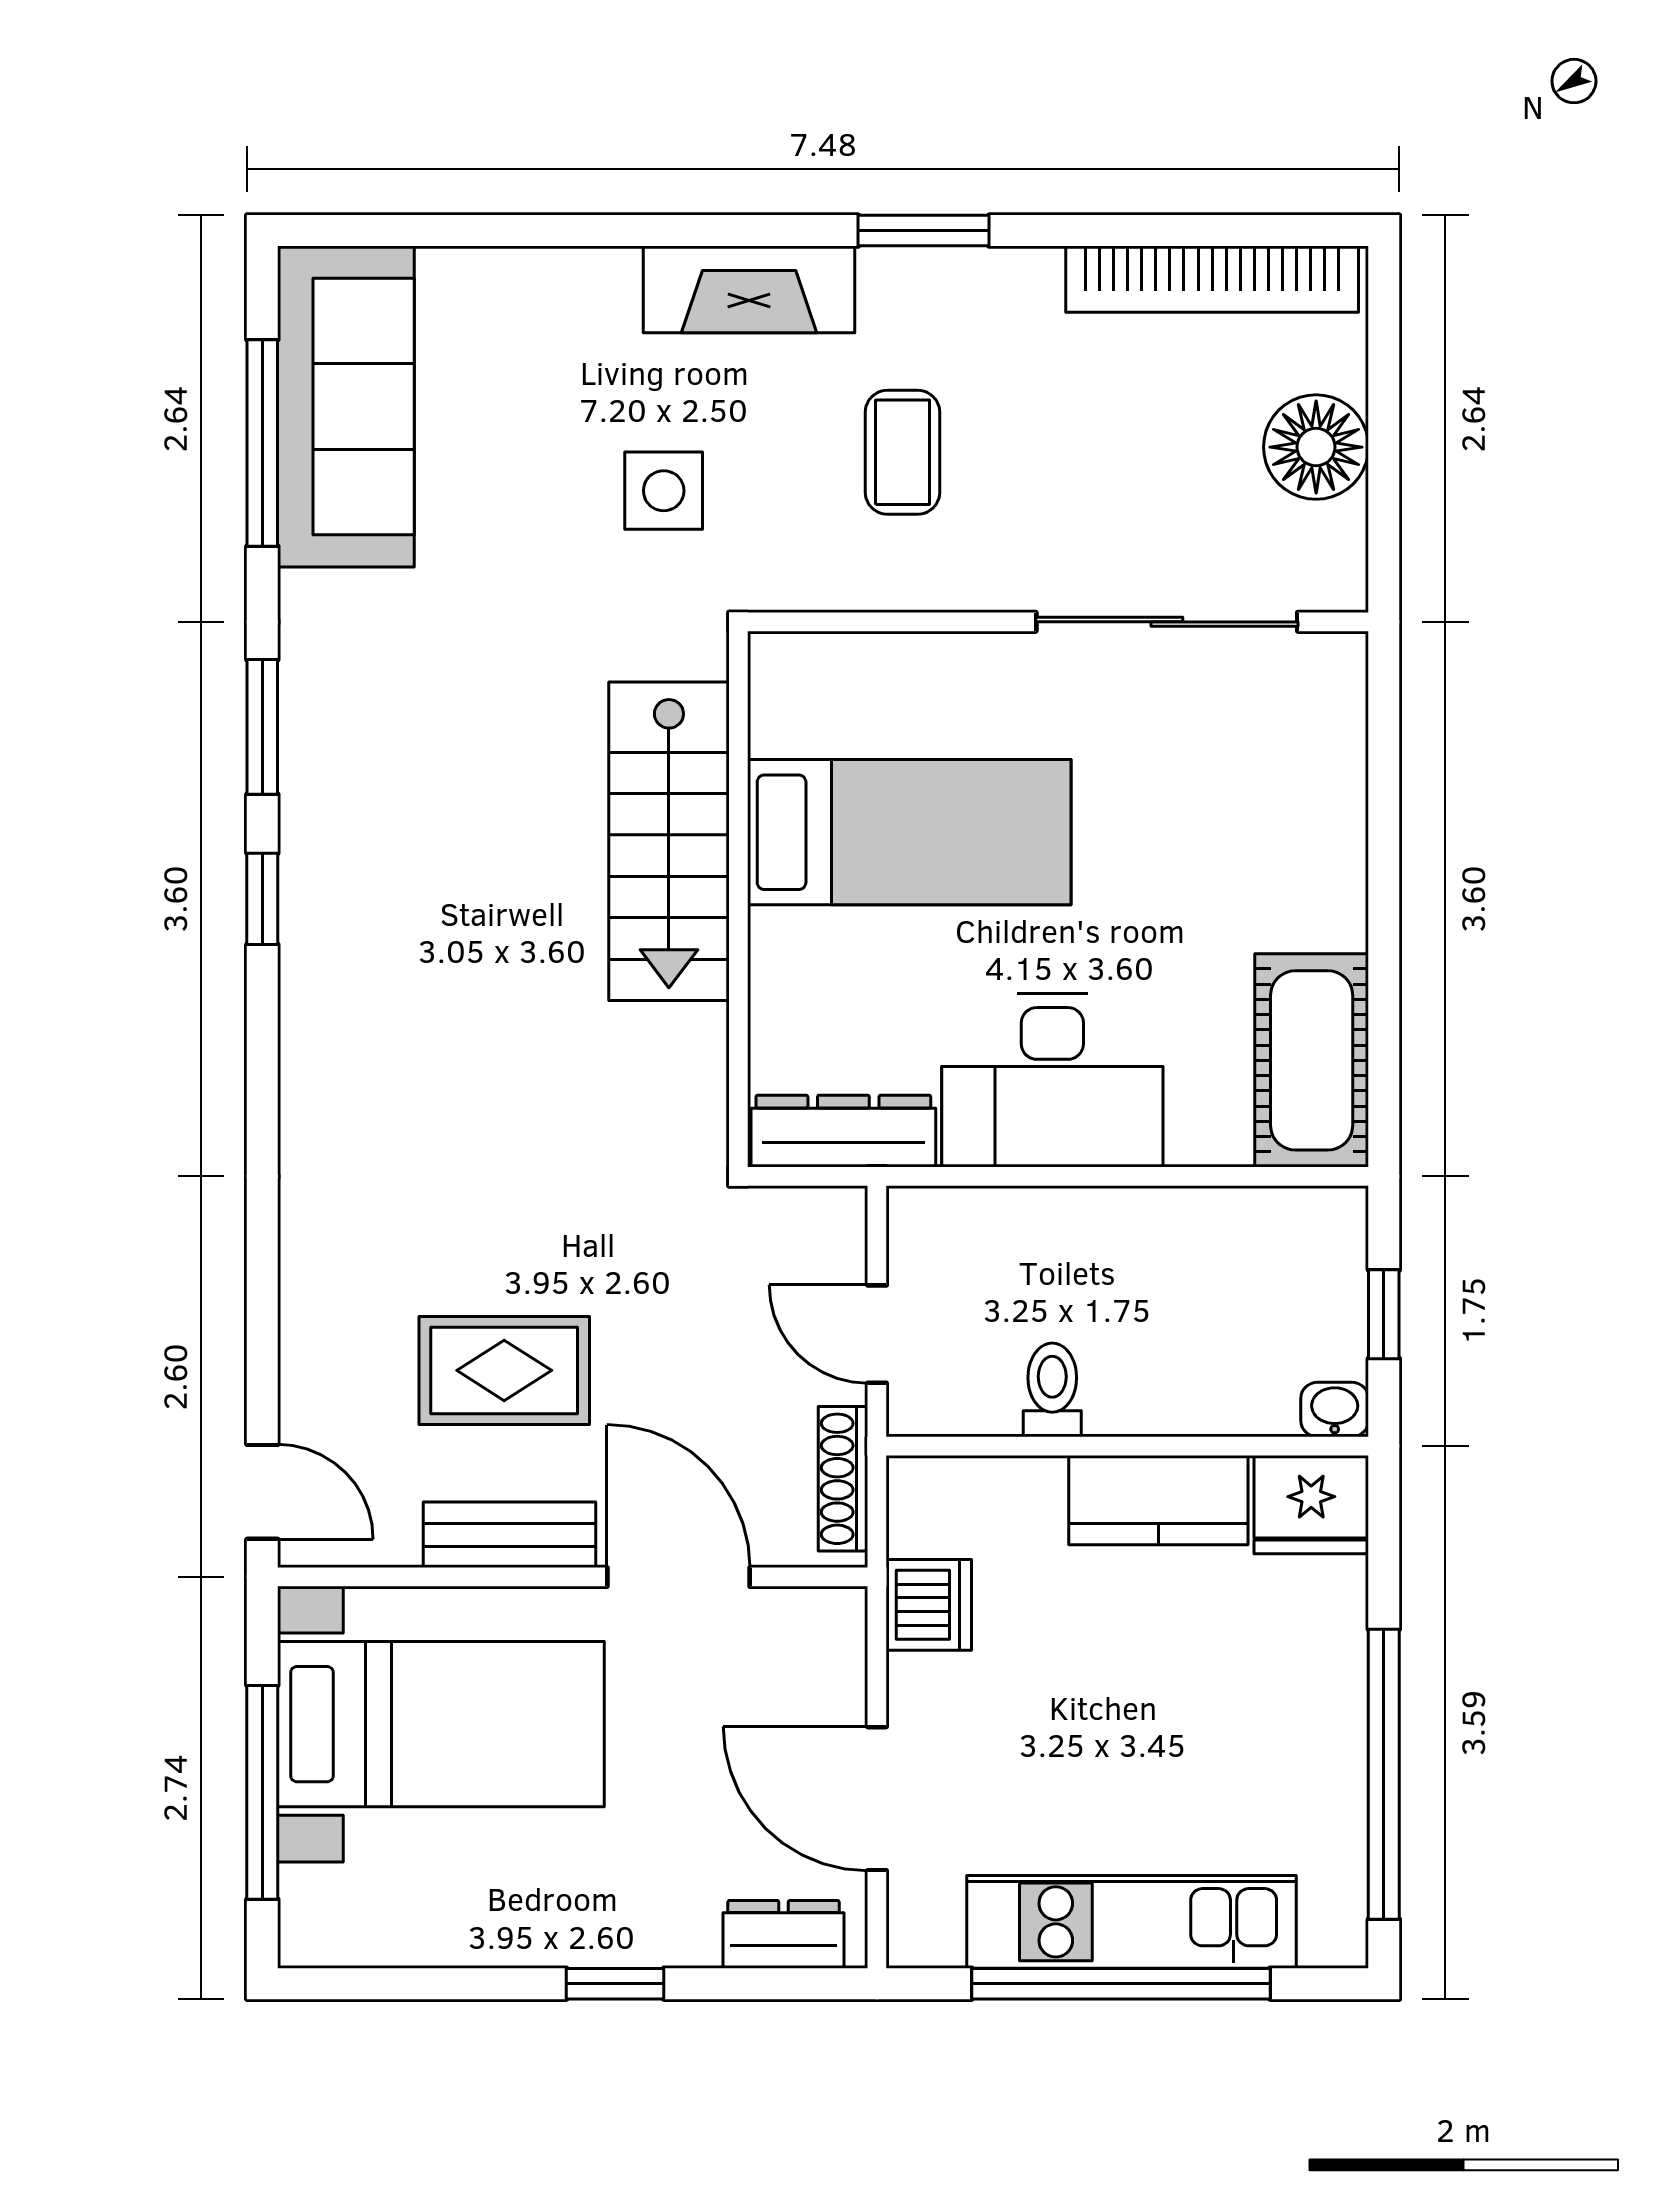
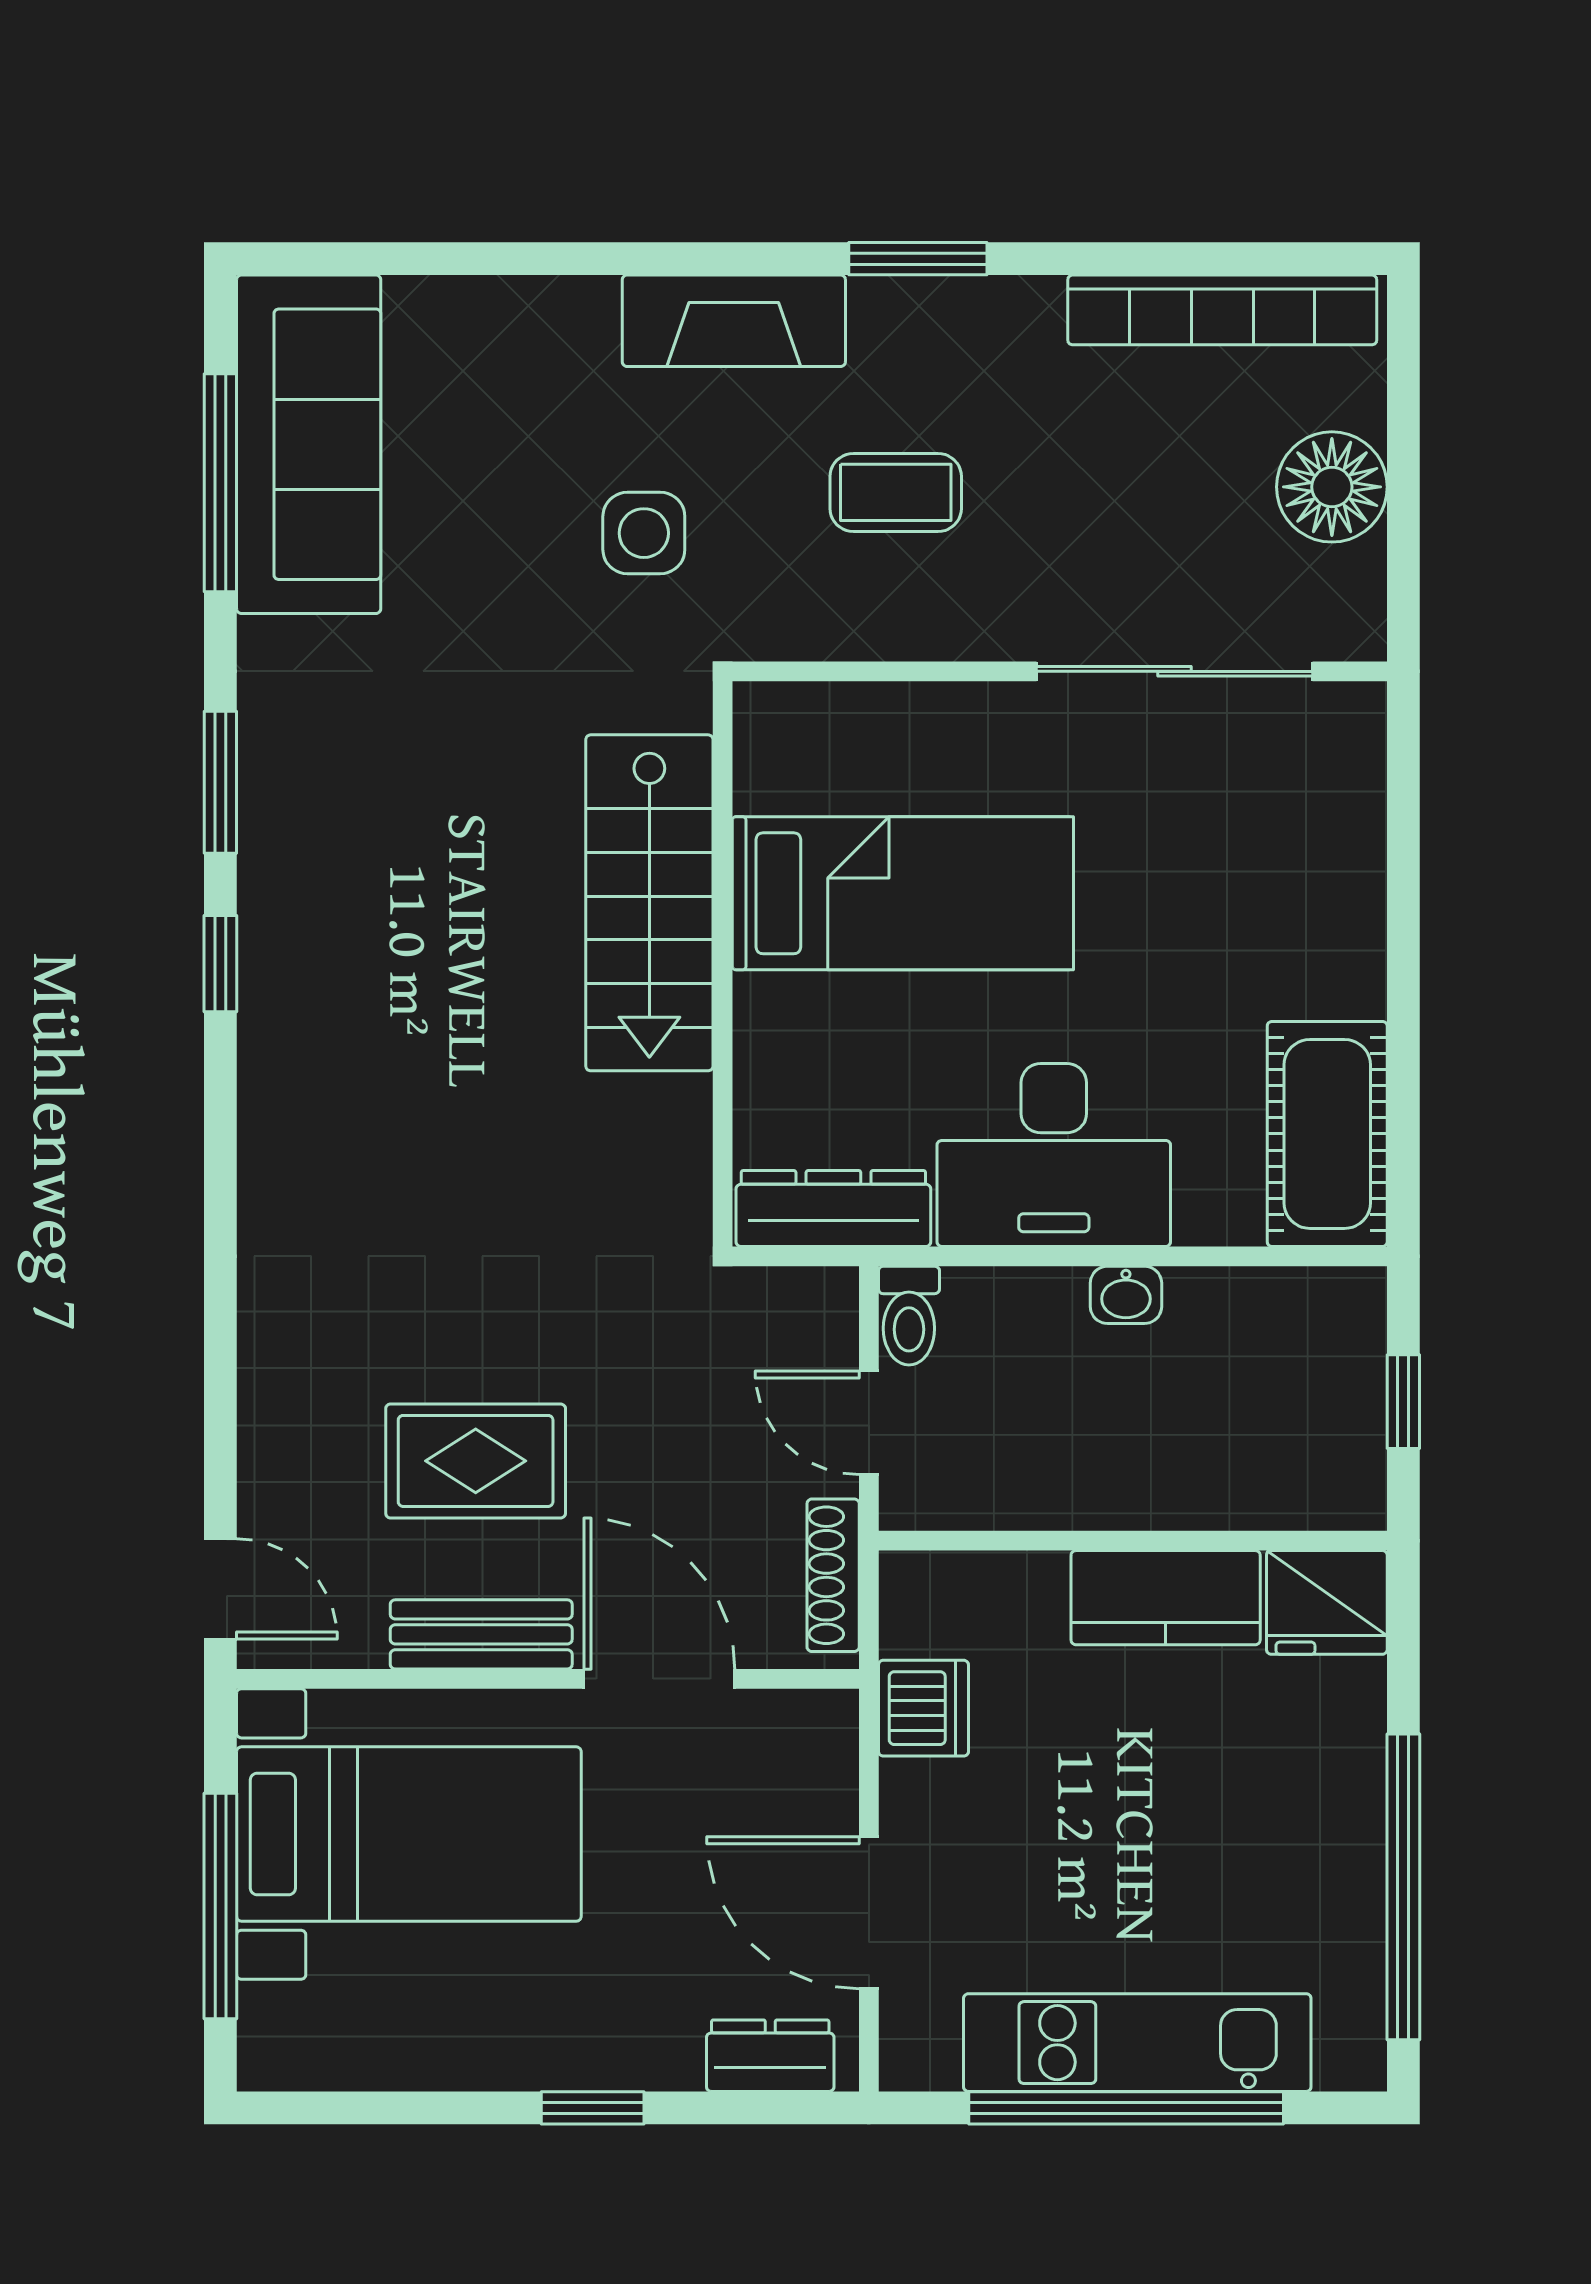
coffee table: (902, 452) -> (896, 492), turned 90
toilet: (1052, 1390) -> (909, 1316), moved, turned 180
washbasin: (1335, 1410) -> (1126, 1295), moved, turned 180

